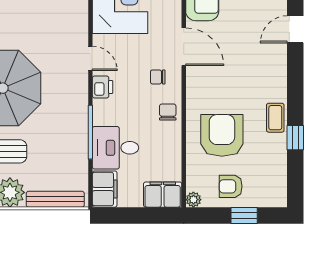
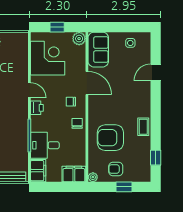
armchair: (222, 135) -> (110, 138), turned -90
window: (295, 138) -> (156, 158), moved

